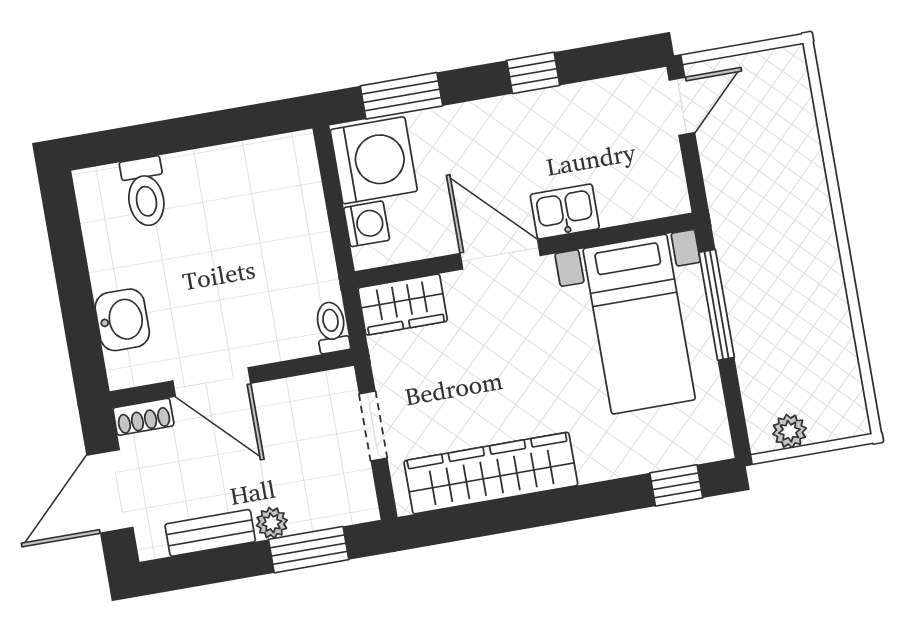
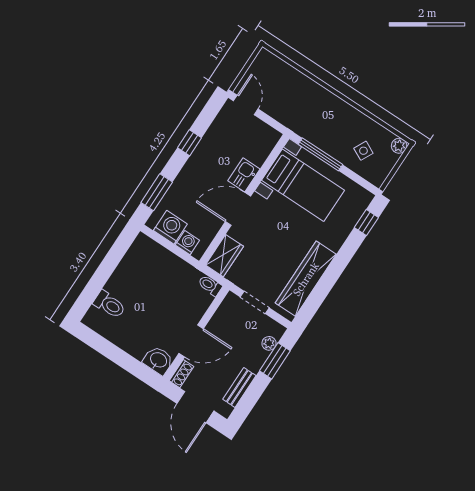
washing machine: (374, 160) -> (170, 227), width x0.73, depth x0.73
washbasin: (122, 320) -> (158, 360), moved
side table: (789, 370) -> (363, 151), added
plant: (789, 431) -> (399, 146), moved
plant: (272, 523) -> (269, 343), moved

